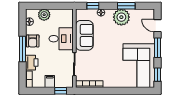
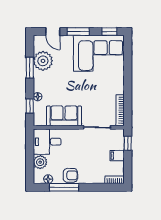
plant: (121, 17) -> (43, 61), moved
door: (157, 26) -> (53, 32), hinge flipped
desk: (61, 39) -> (47, 142), moved, turned -90
window: (22, 49) -> (64, 187), moved
printer: (32, 63) -> (95, 177), removed

